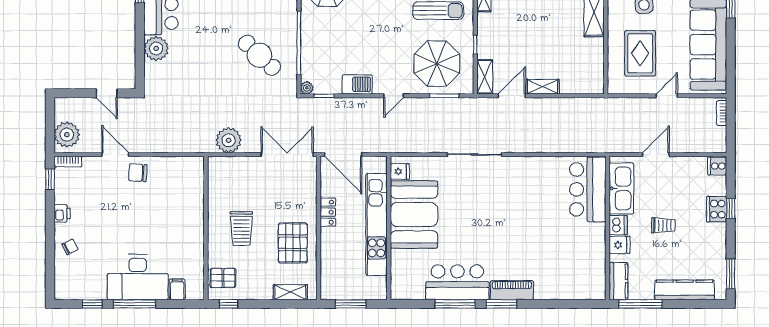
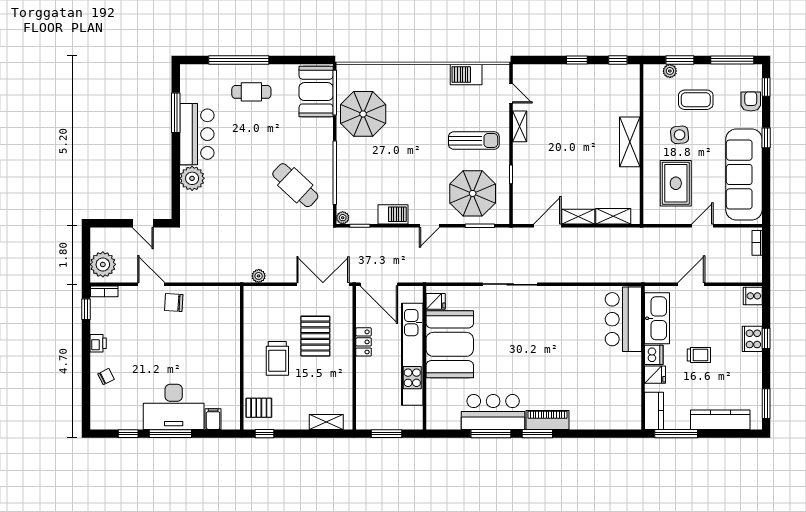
shelving: (485, 77) -> (613, 216), moved, turned 90
plant: (229, 140) -> (259, 276), width x0.53, depth x0.53
pallet: (293, 243) -> (315, 336), moved

